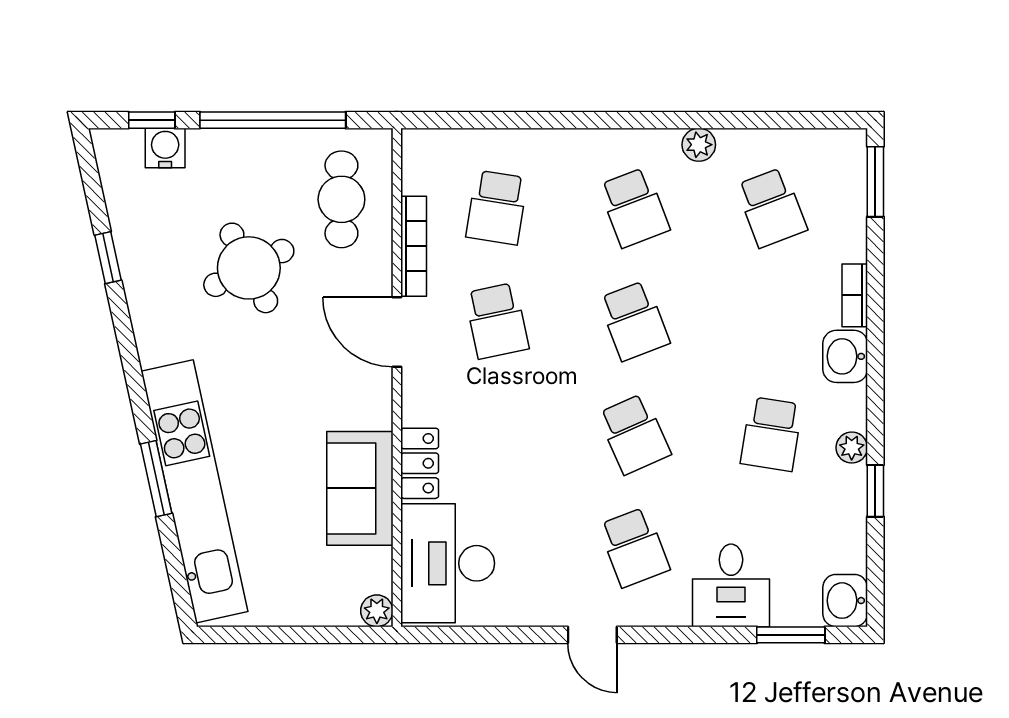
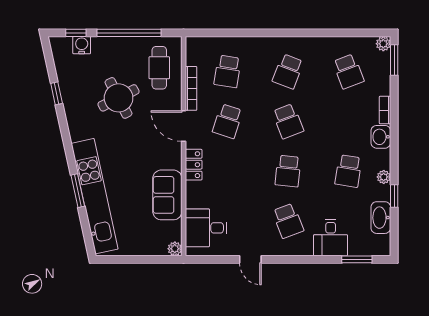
plant: (699, 145) -> (383, 44), moved
school desk: (634, 208) -> (288, 71), turned 42
school desk: (497, 321) -> (228, 121), turned 30
school desk: (634, 434) -> (288, 171), turned 30
locker: (420, 463) -> (194, 165), moved
desk: (448, 563) -> (206, 228), width x0.73
washbasin: (845, 601) -> (381, 218), moved, width x1.38
door: (592, 635) -> (250, 259), moved

